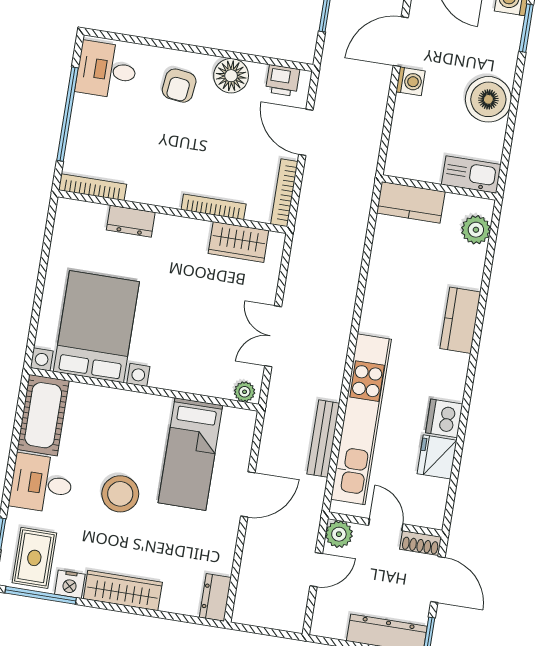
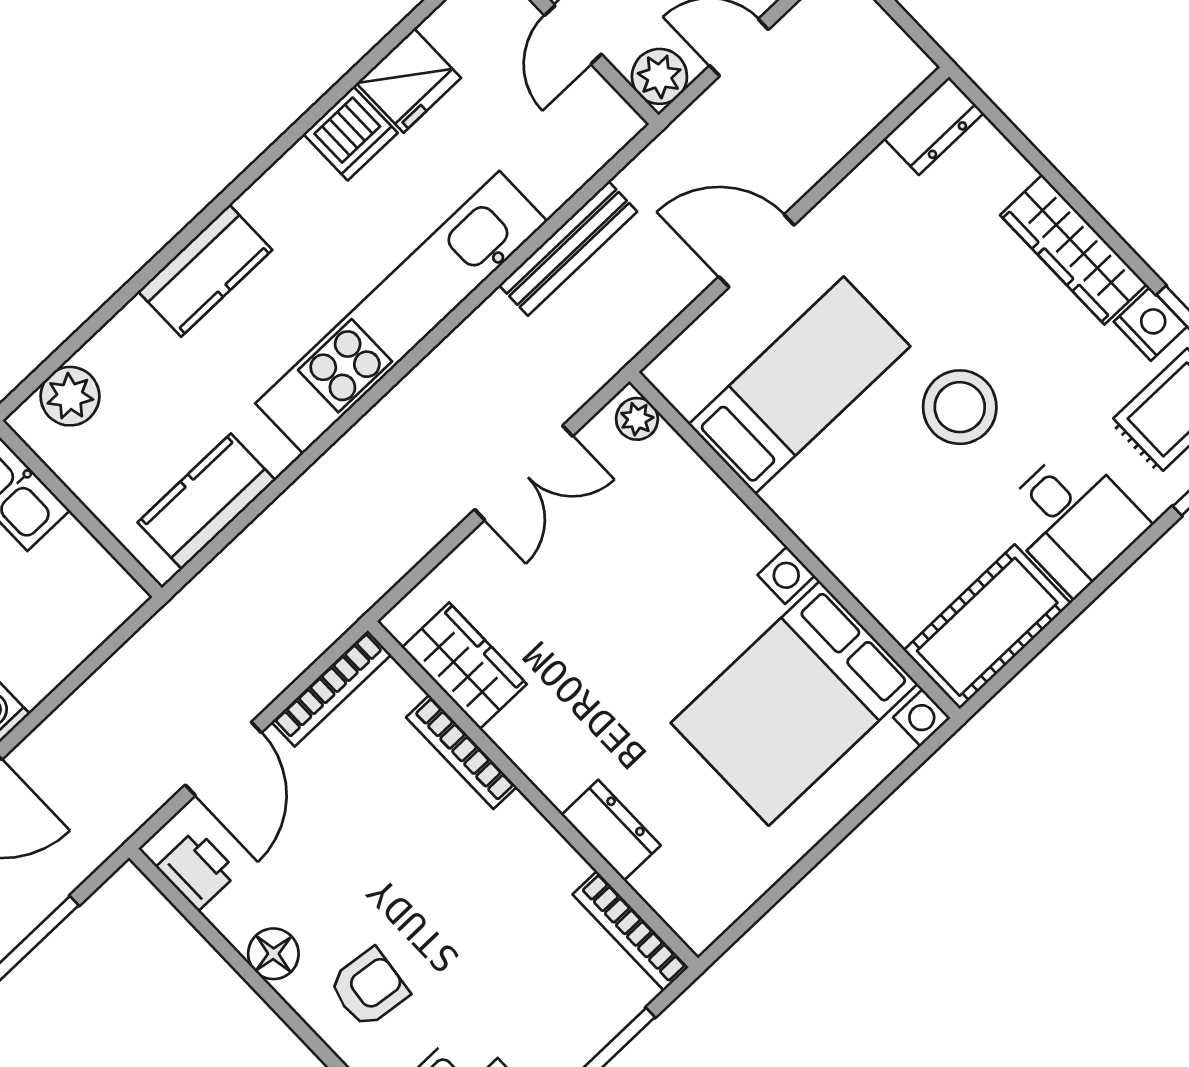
floor lamp: (231, 76) -> (273, 954), width x0.73, depth x0.73
kitchen counter: (411, 202) -> (206, 501), moved, turned -90
kitchen unit: (361, 419) -> (401, 312), moved

